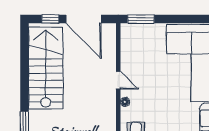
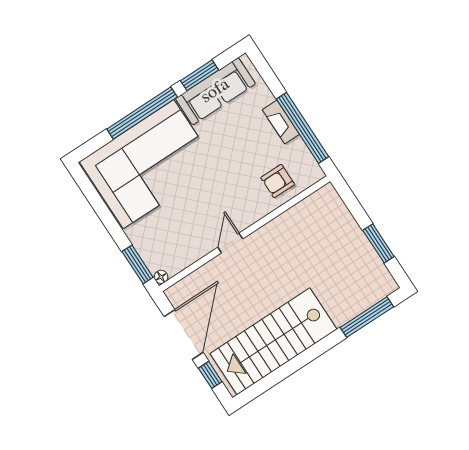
floor lamp: (125, 102) -> (161, 277), moved

